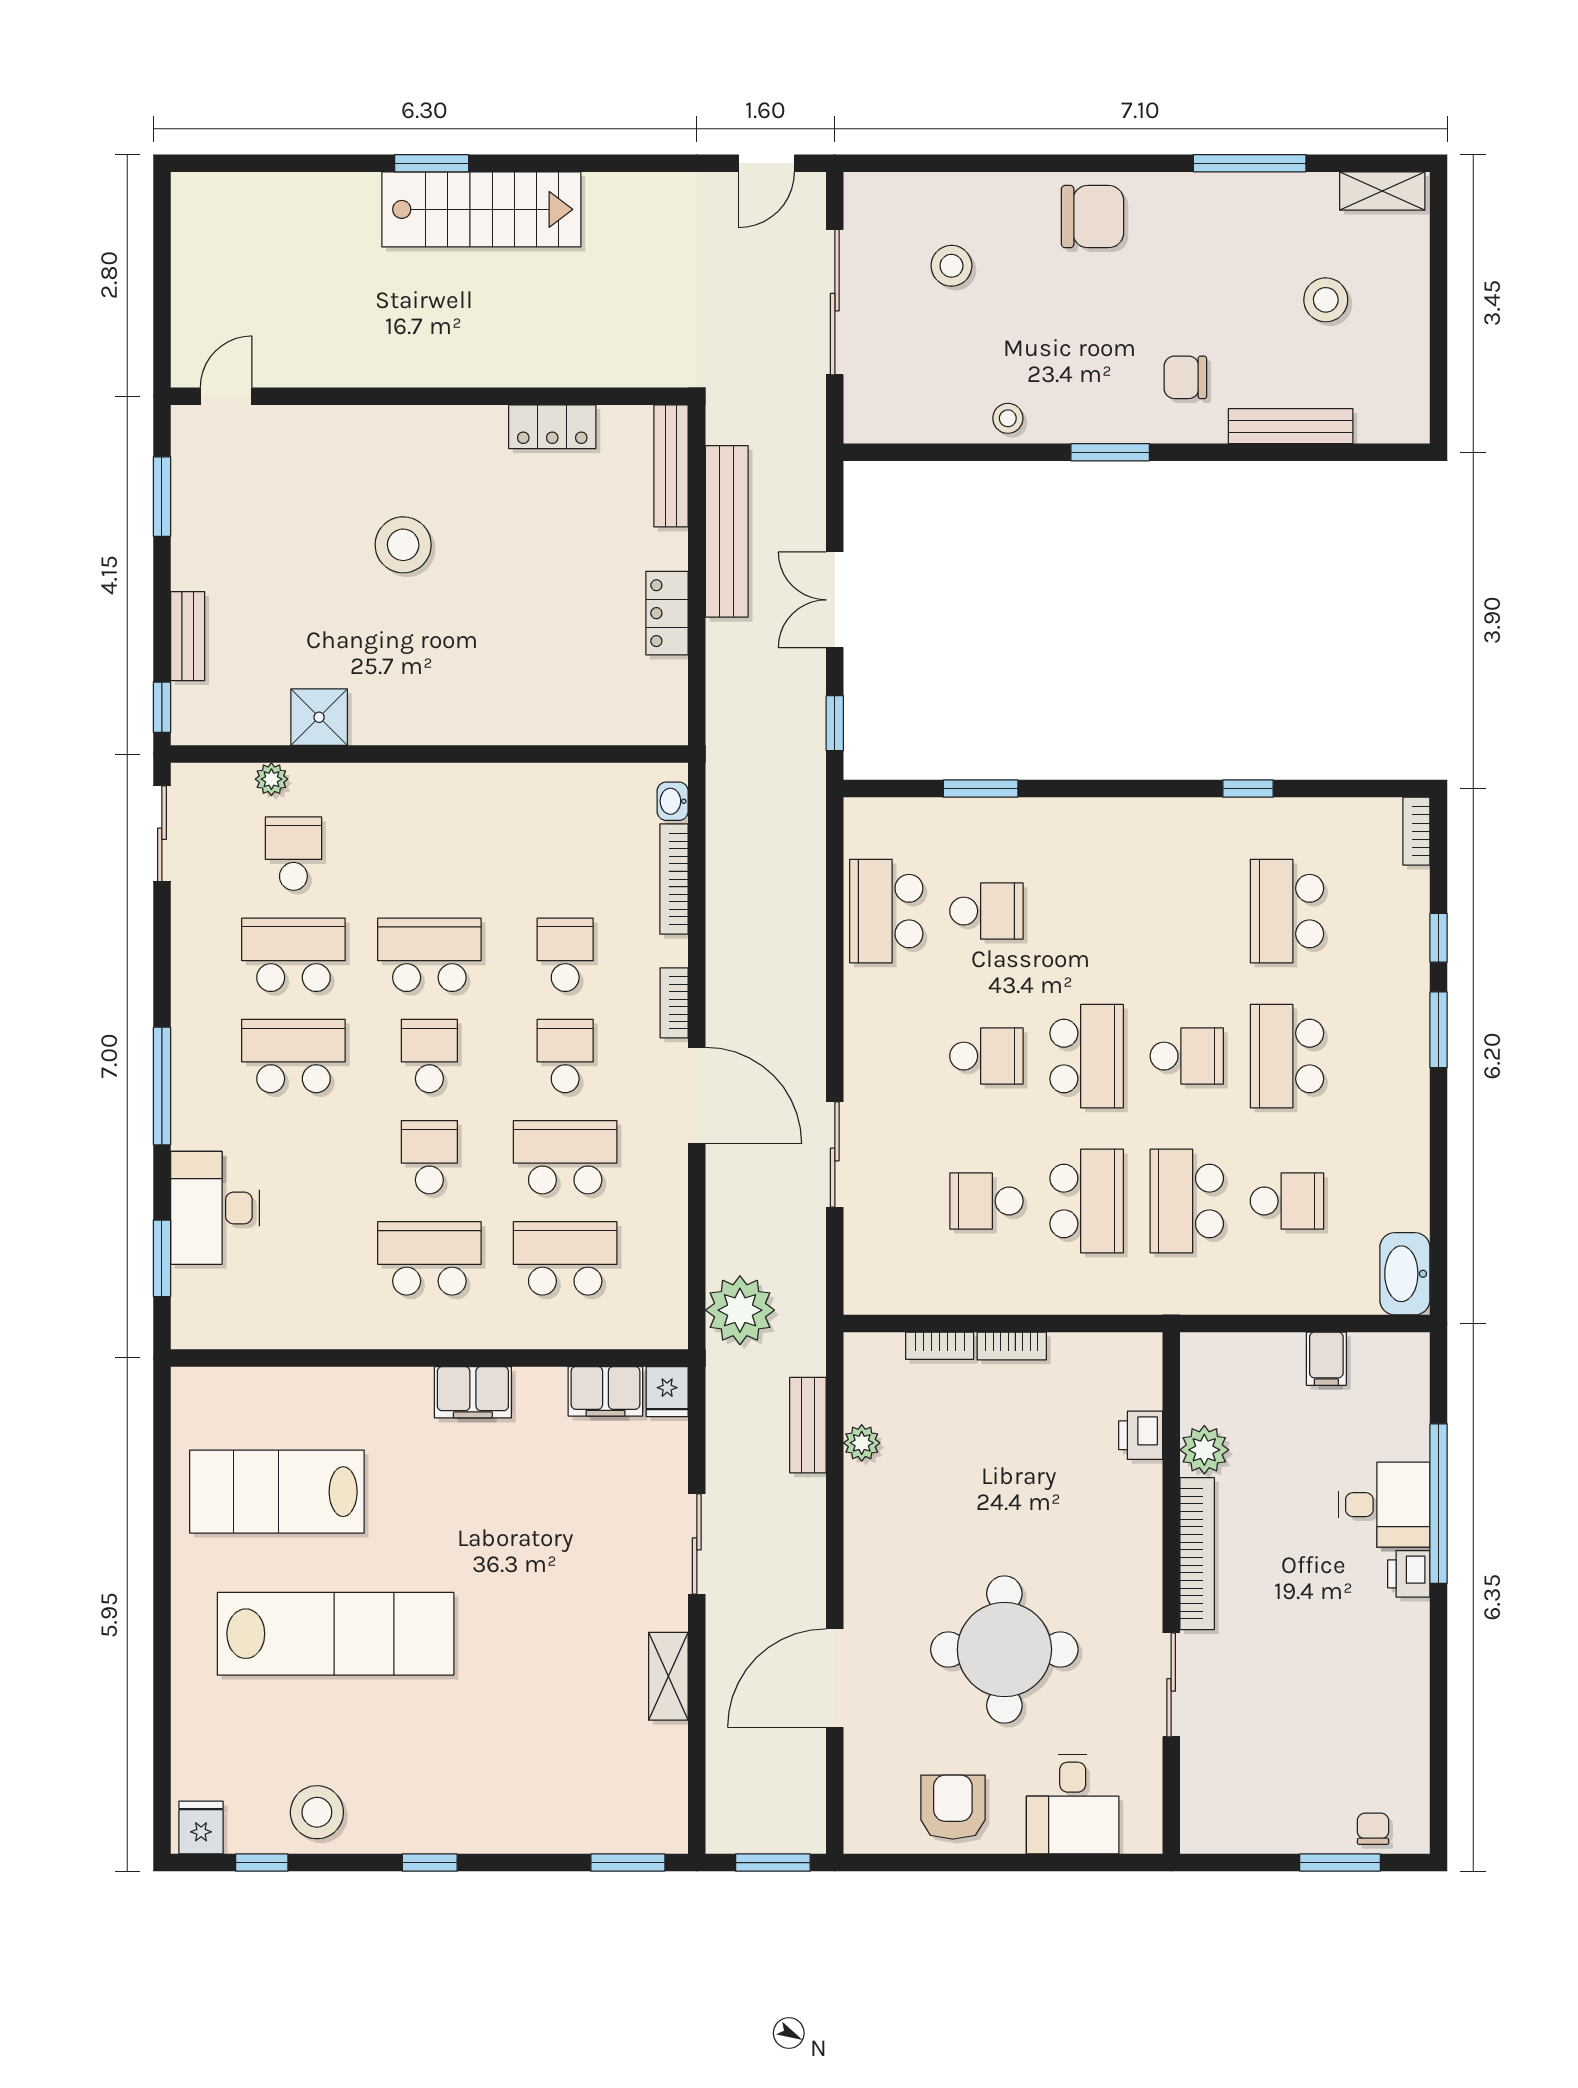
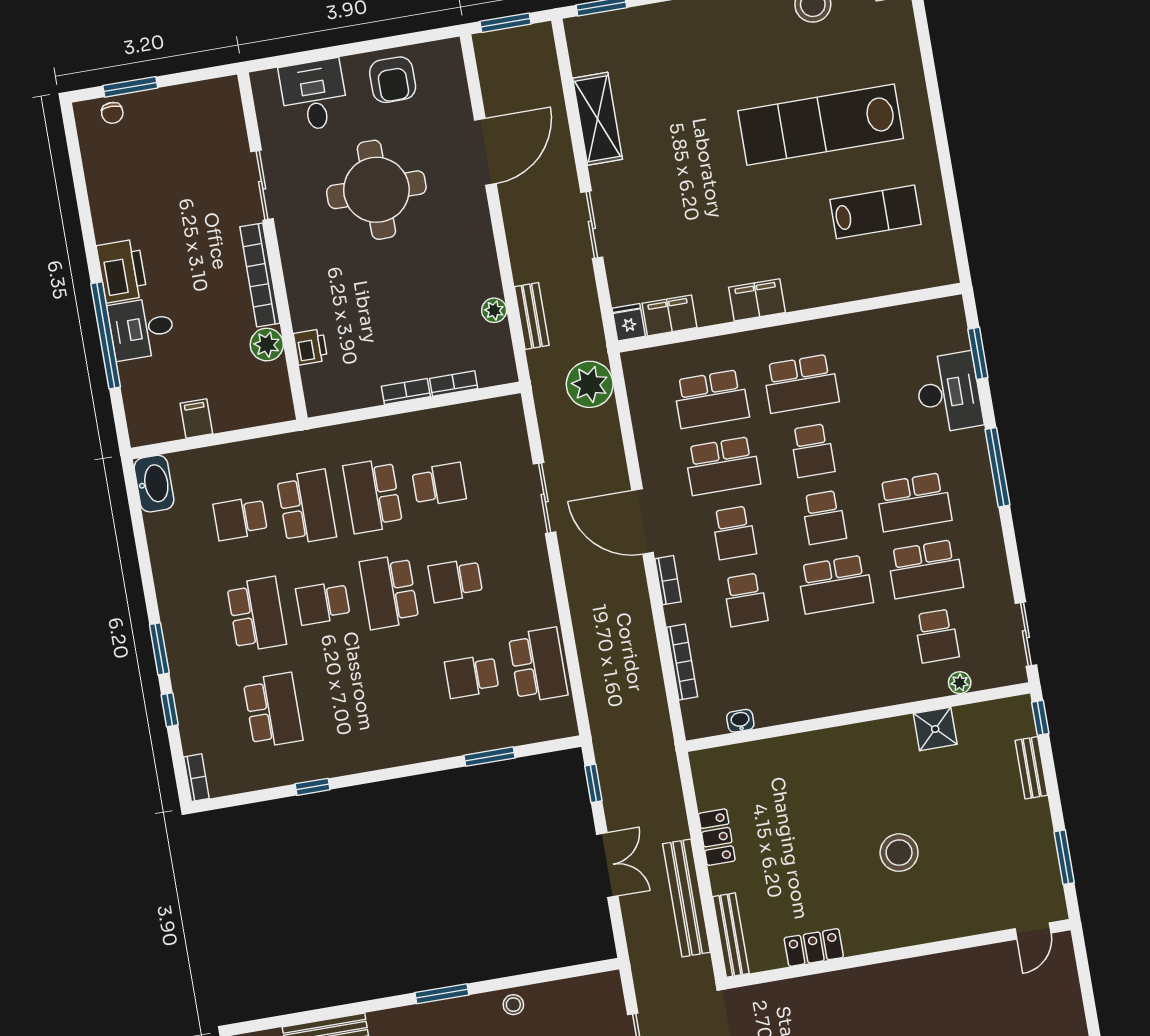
washbasin: (673, 801) -> (740, 721), moved, turned -90
lab bench: (277, 1492) -> (876, 212), width x0.73, depth x0.72
printer: (1409, 1574) -> (122, 271), width x1.87, depth x1.48
shelving: (668, 1676) -> (598, 119), width x1.50, depth x1.33

